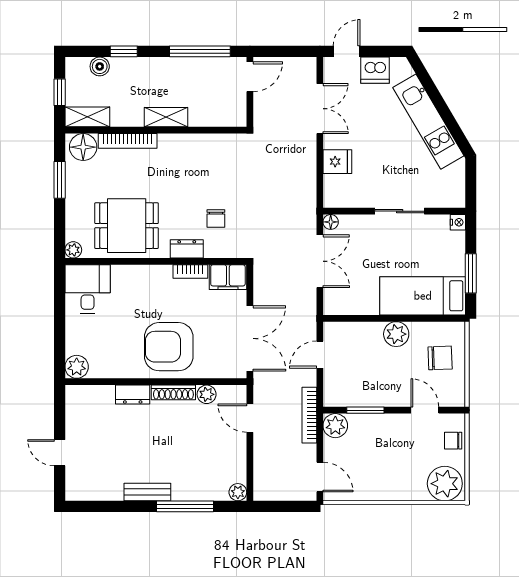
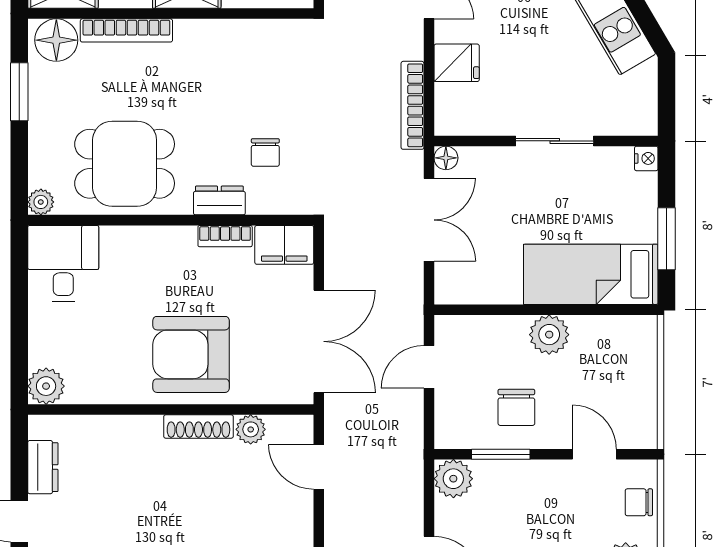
chair: (440, 358) -> (516, 407), moved, turned 92
dresser: (133, 395) -> (43, 467), moved, turned -90
bookcase: (309, 415) -> (412, 105), moved

